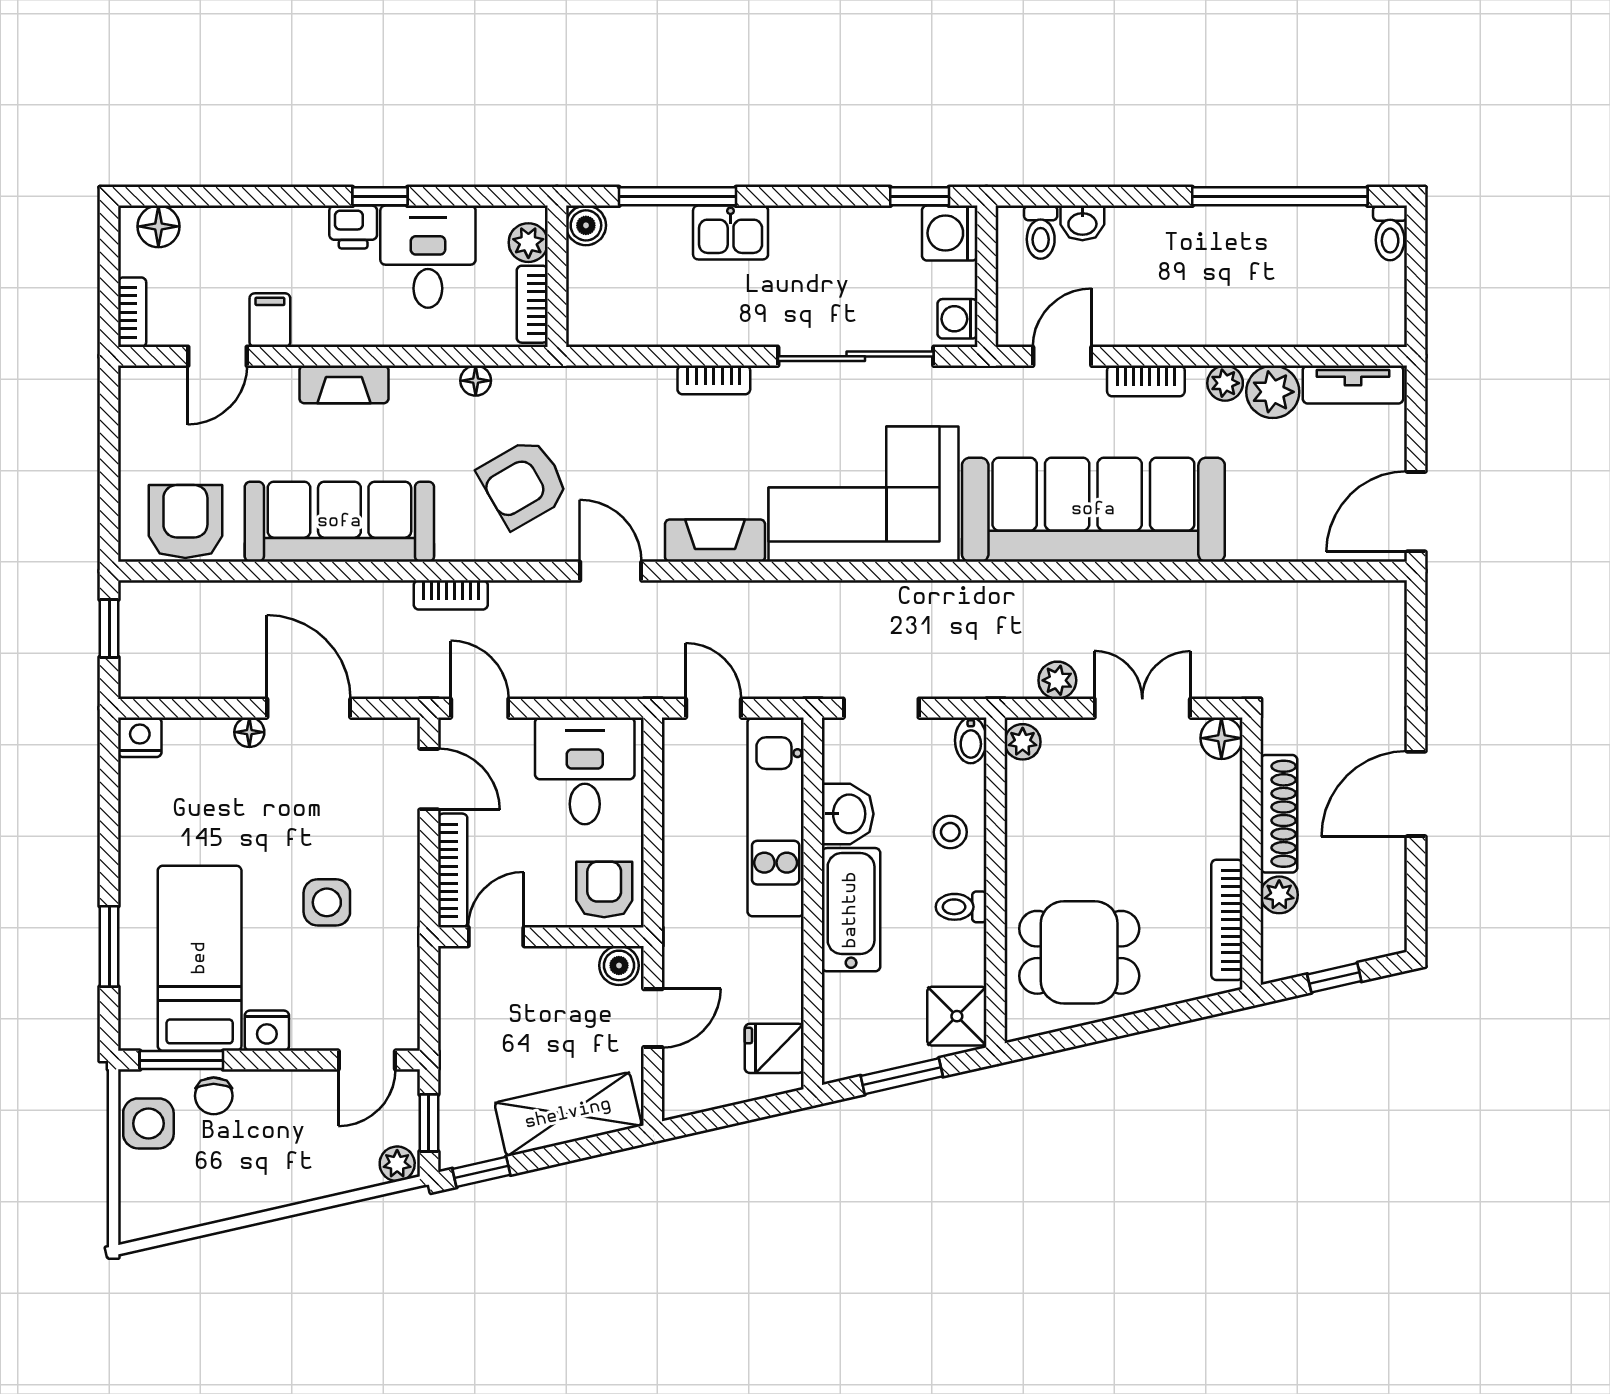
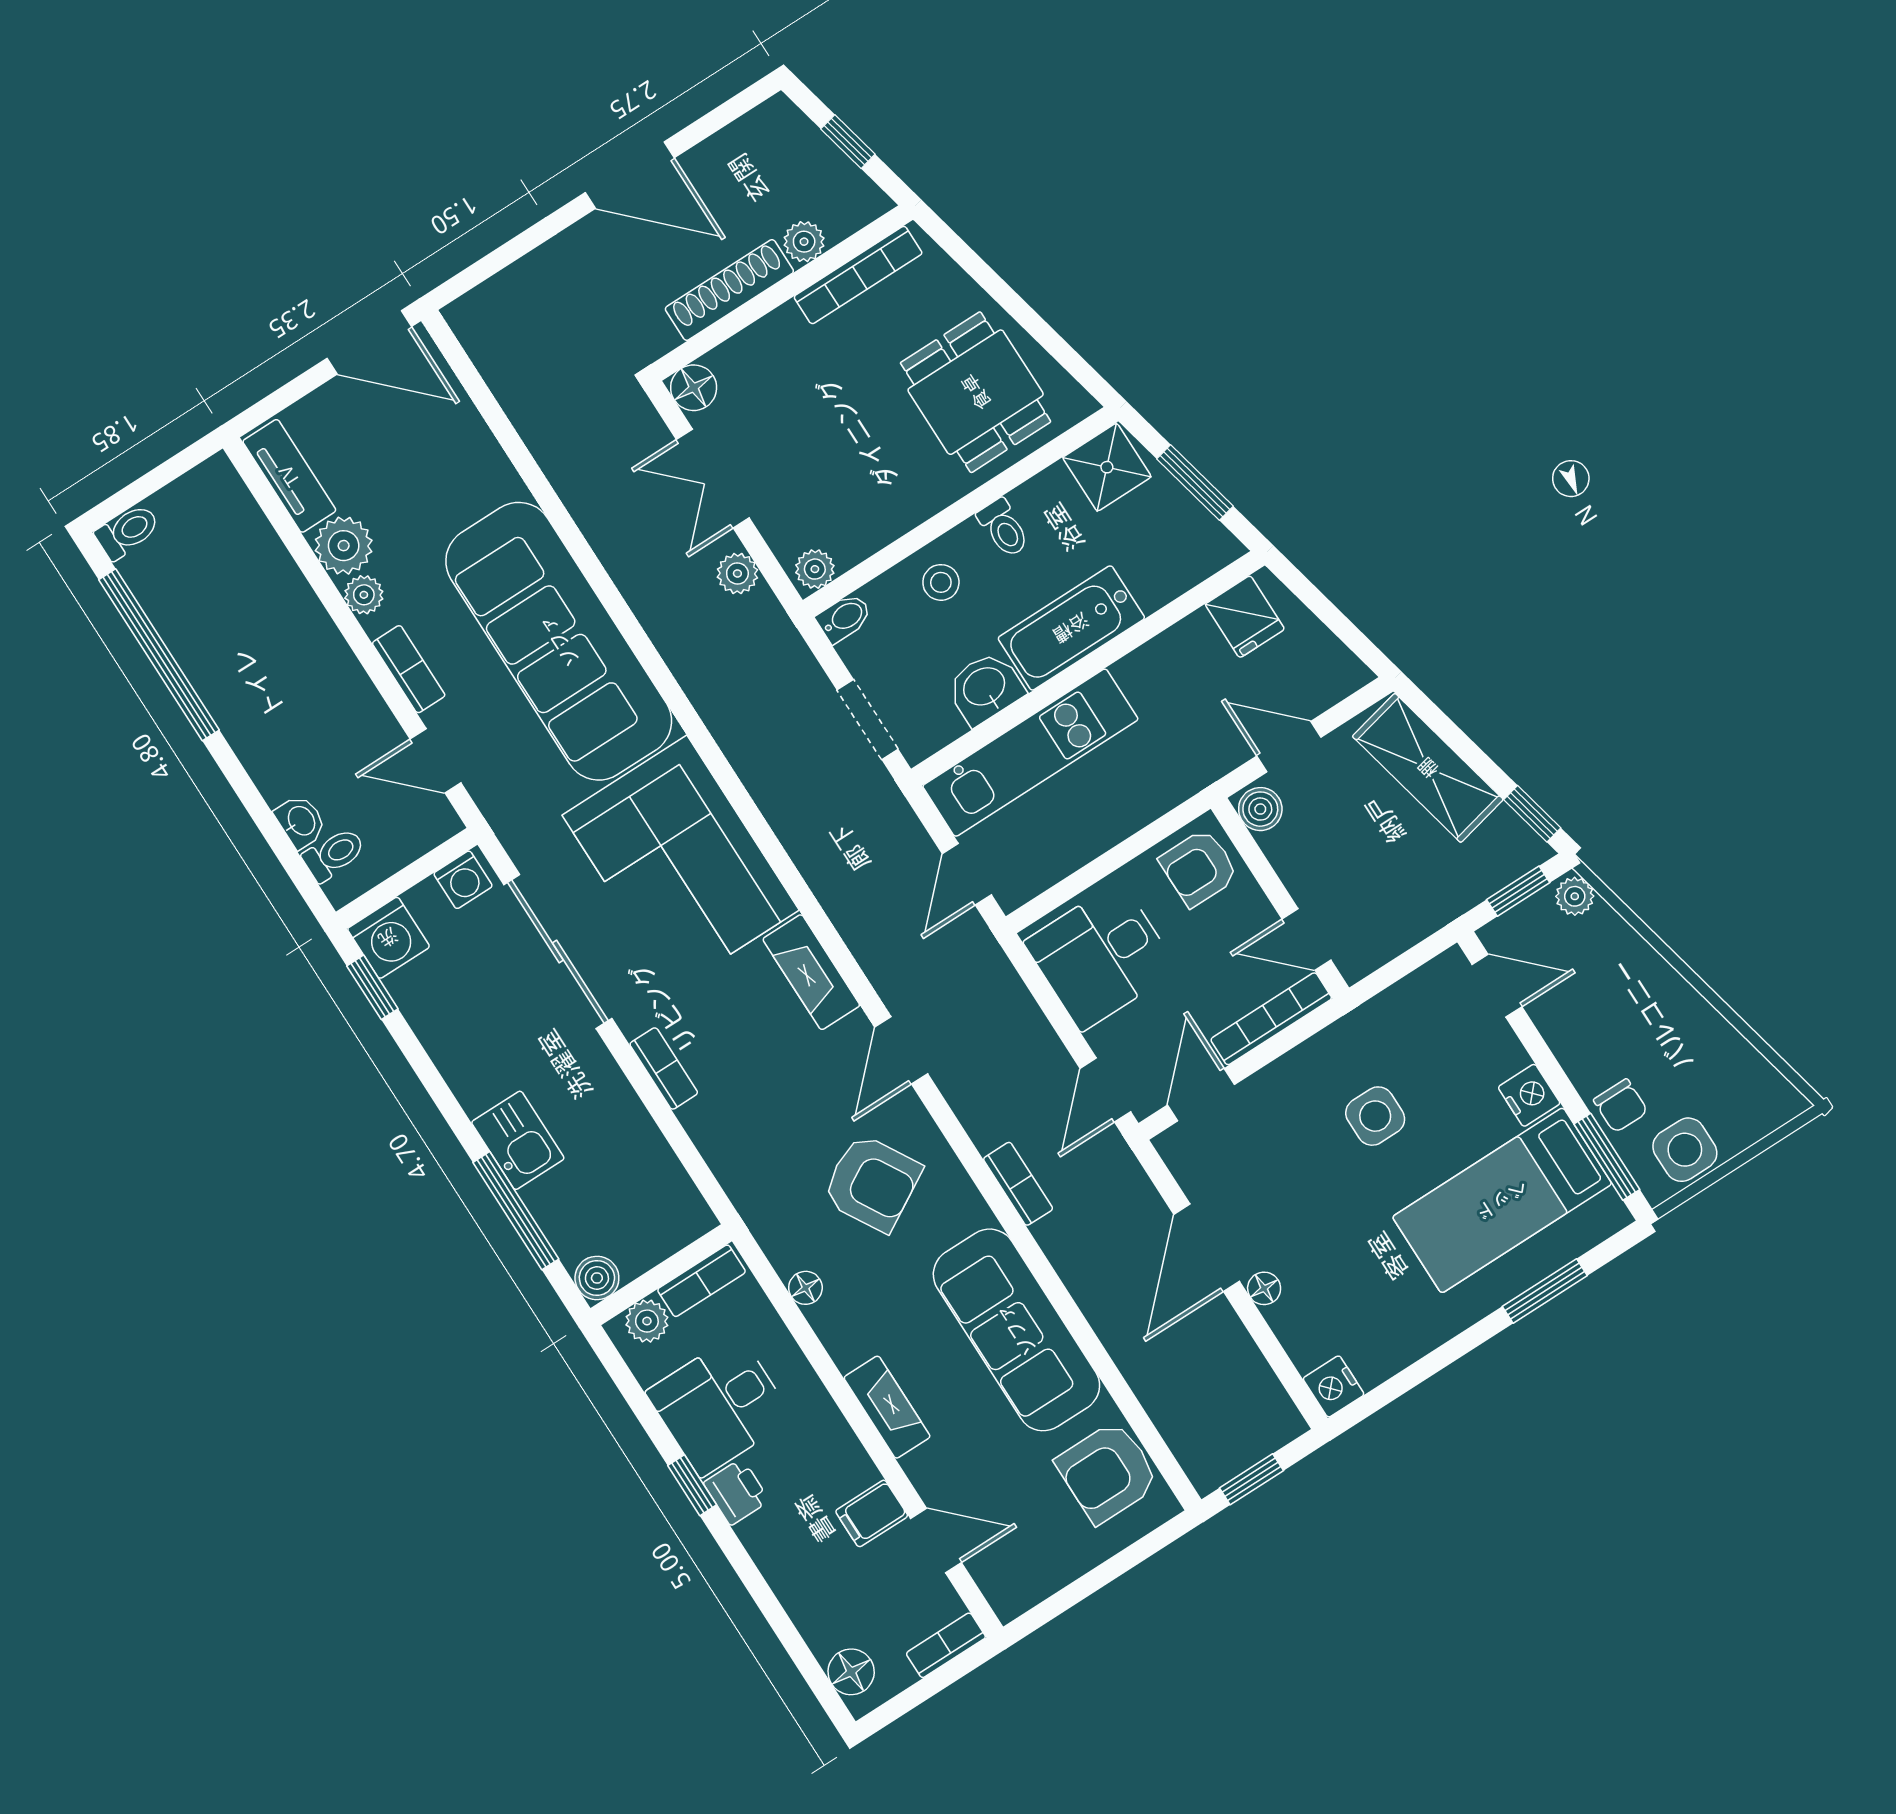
chair: (214, 1096) -> (1621, 1106), turned 90

